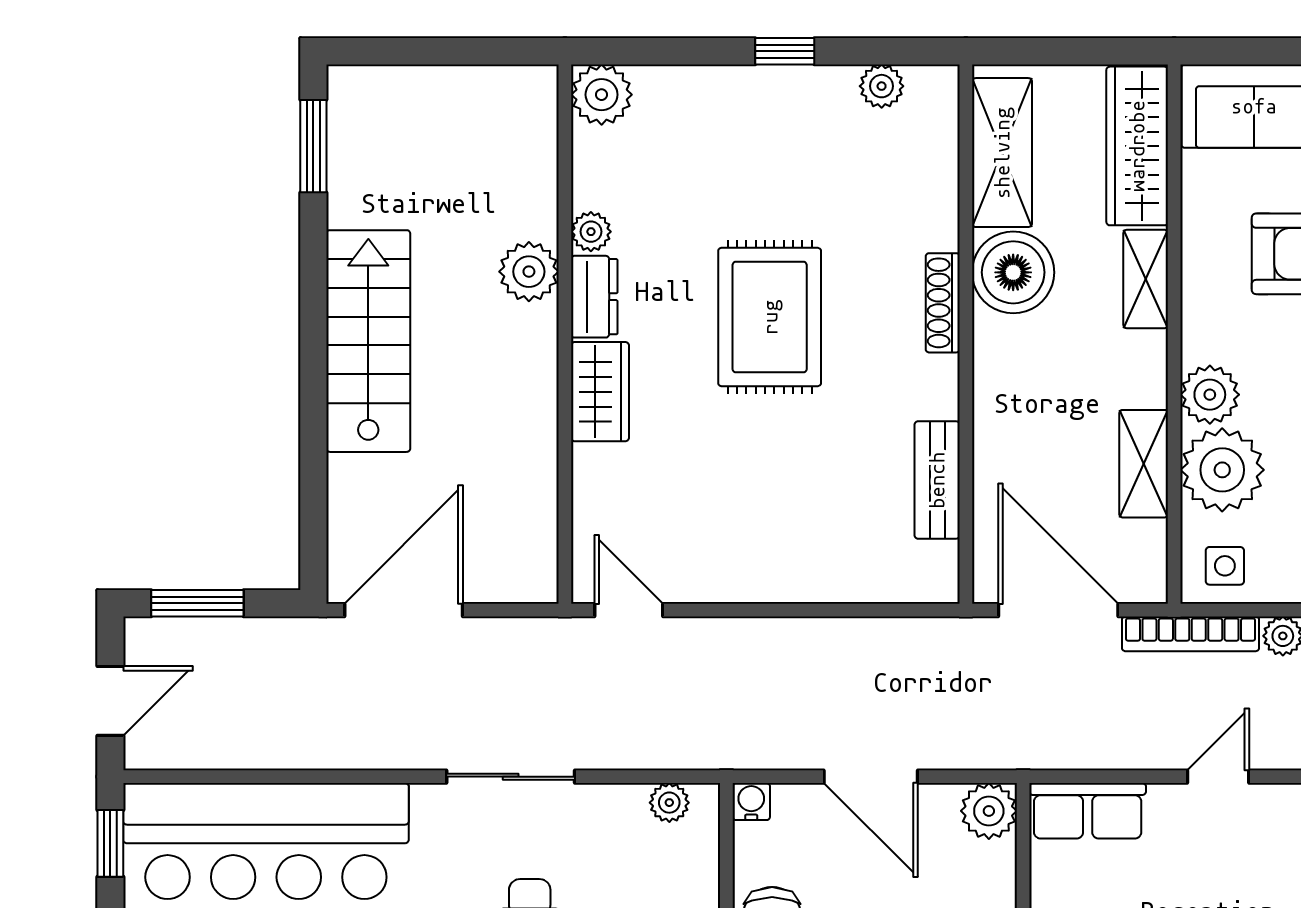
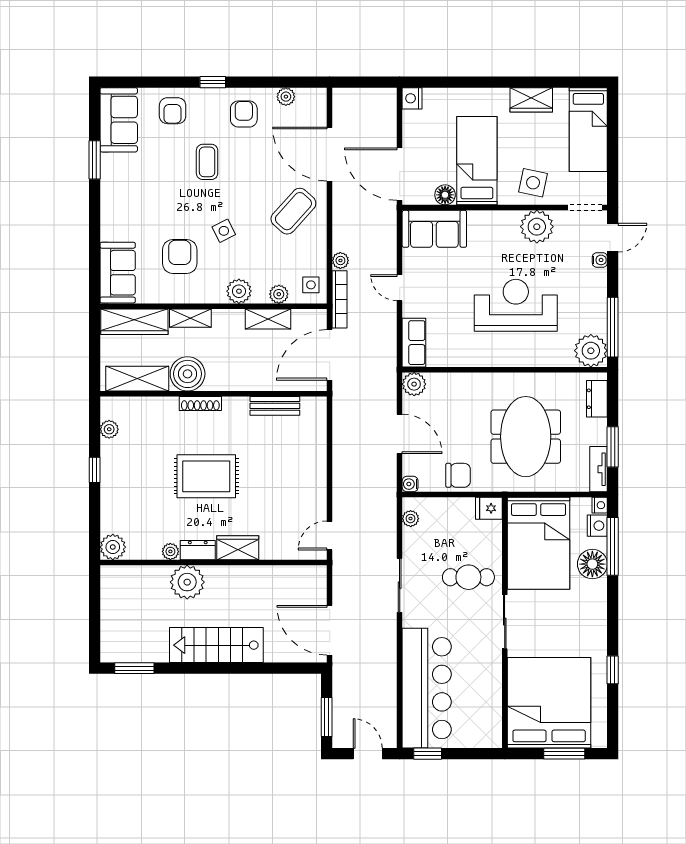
plant: (529, 272) -> (187, 582), width x1.36, depth x1.36
plant: (1222, 470) -> (279, 294), width x0.53, depth x0.53
door: (871, 777) -> (400, 434), hinge flipped

